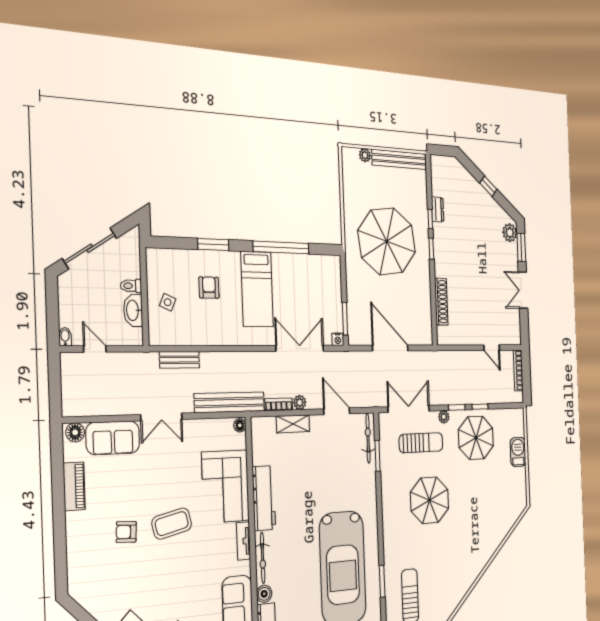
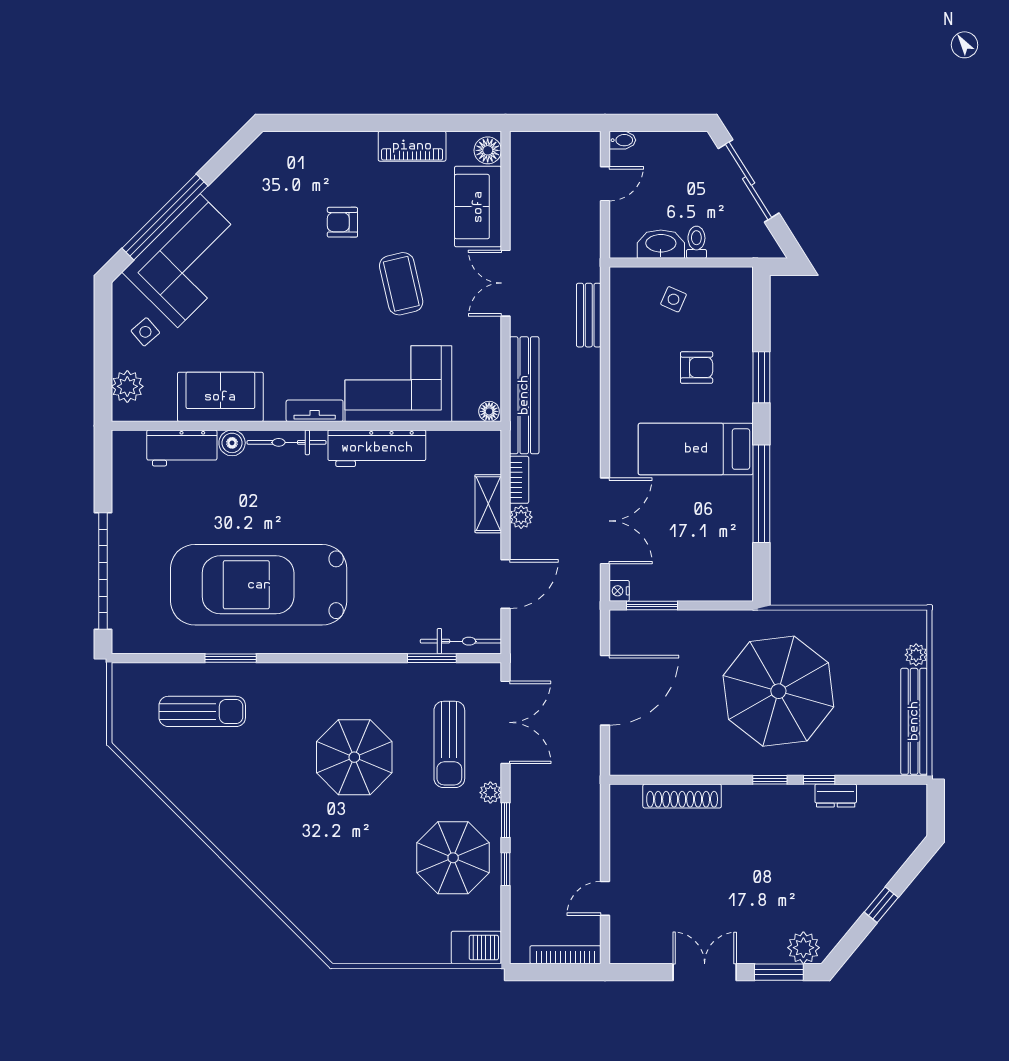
barbecue: (518, 452) -> (476, 947), moved
coffee table: (172, 524) -> (401, 284), moved
armchair: (126, 532) -> (342, 222), turned -93

